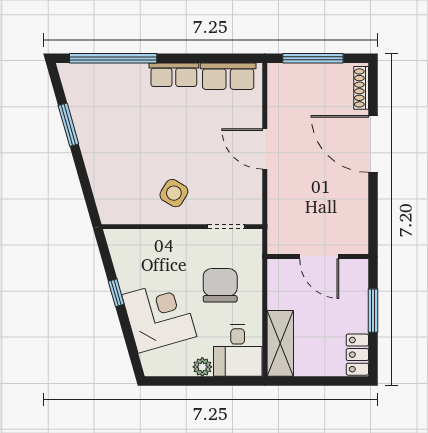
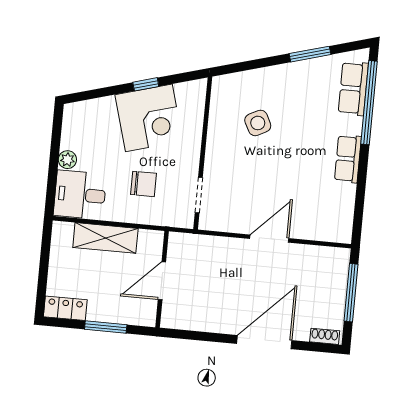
row of seats: (228, 76) -> (353, 88), moved
shoe rack: (361, 88) -> (325, 336), width x0.70
side table: (174, 193) -> (258, 123), moved, turned 32
chair: (220, 285) -> (143, 184), width x0.73, depth x0.73
corner desk: (159, 316) -> (149, 118), moved
shelving: (280, 343) -> (105, 238), moved

